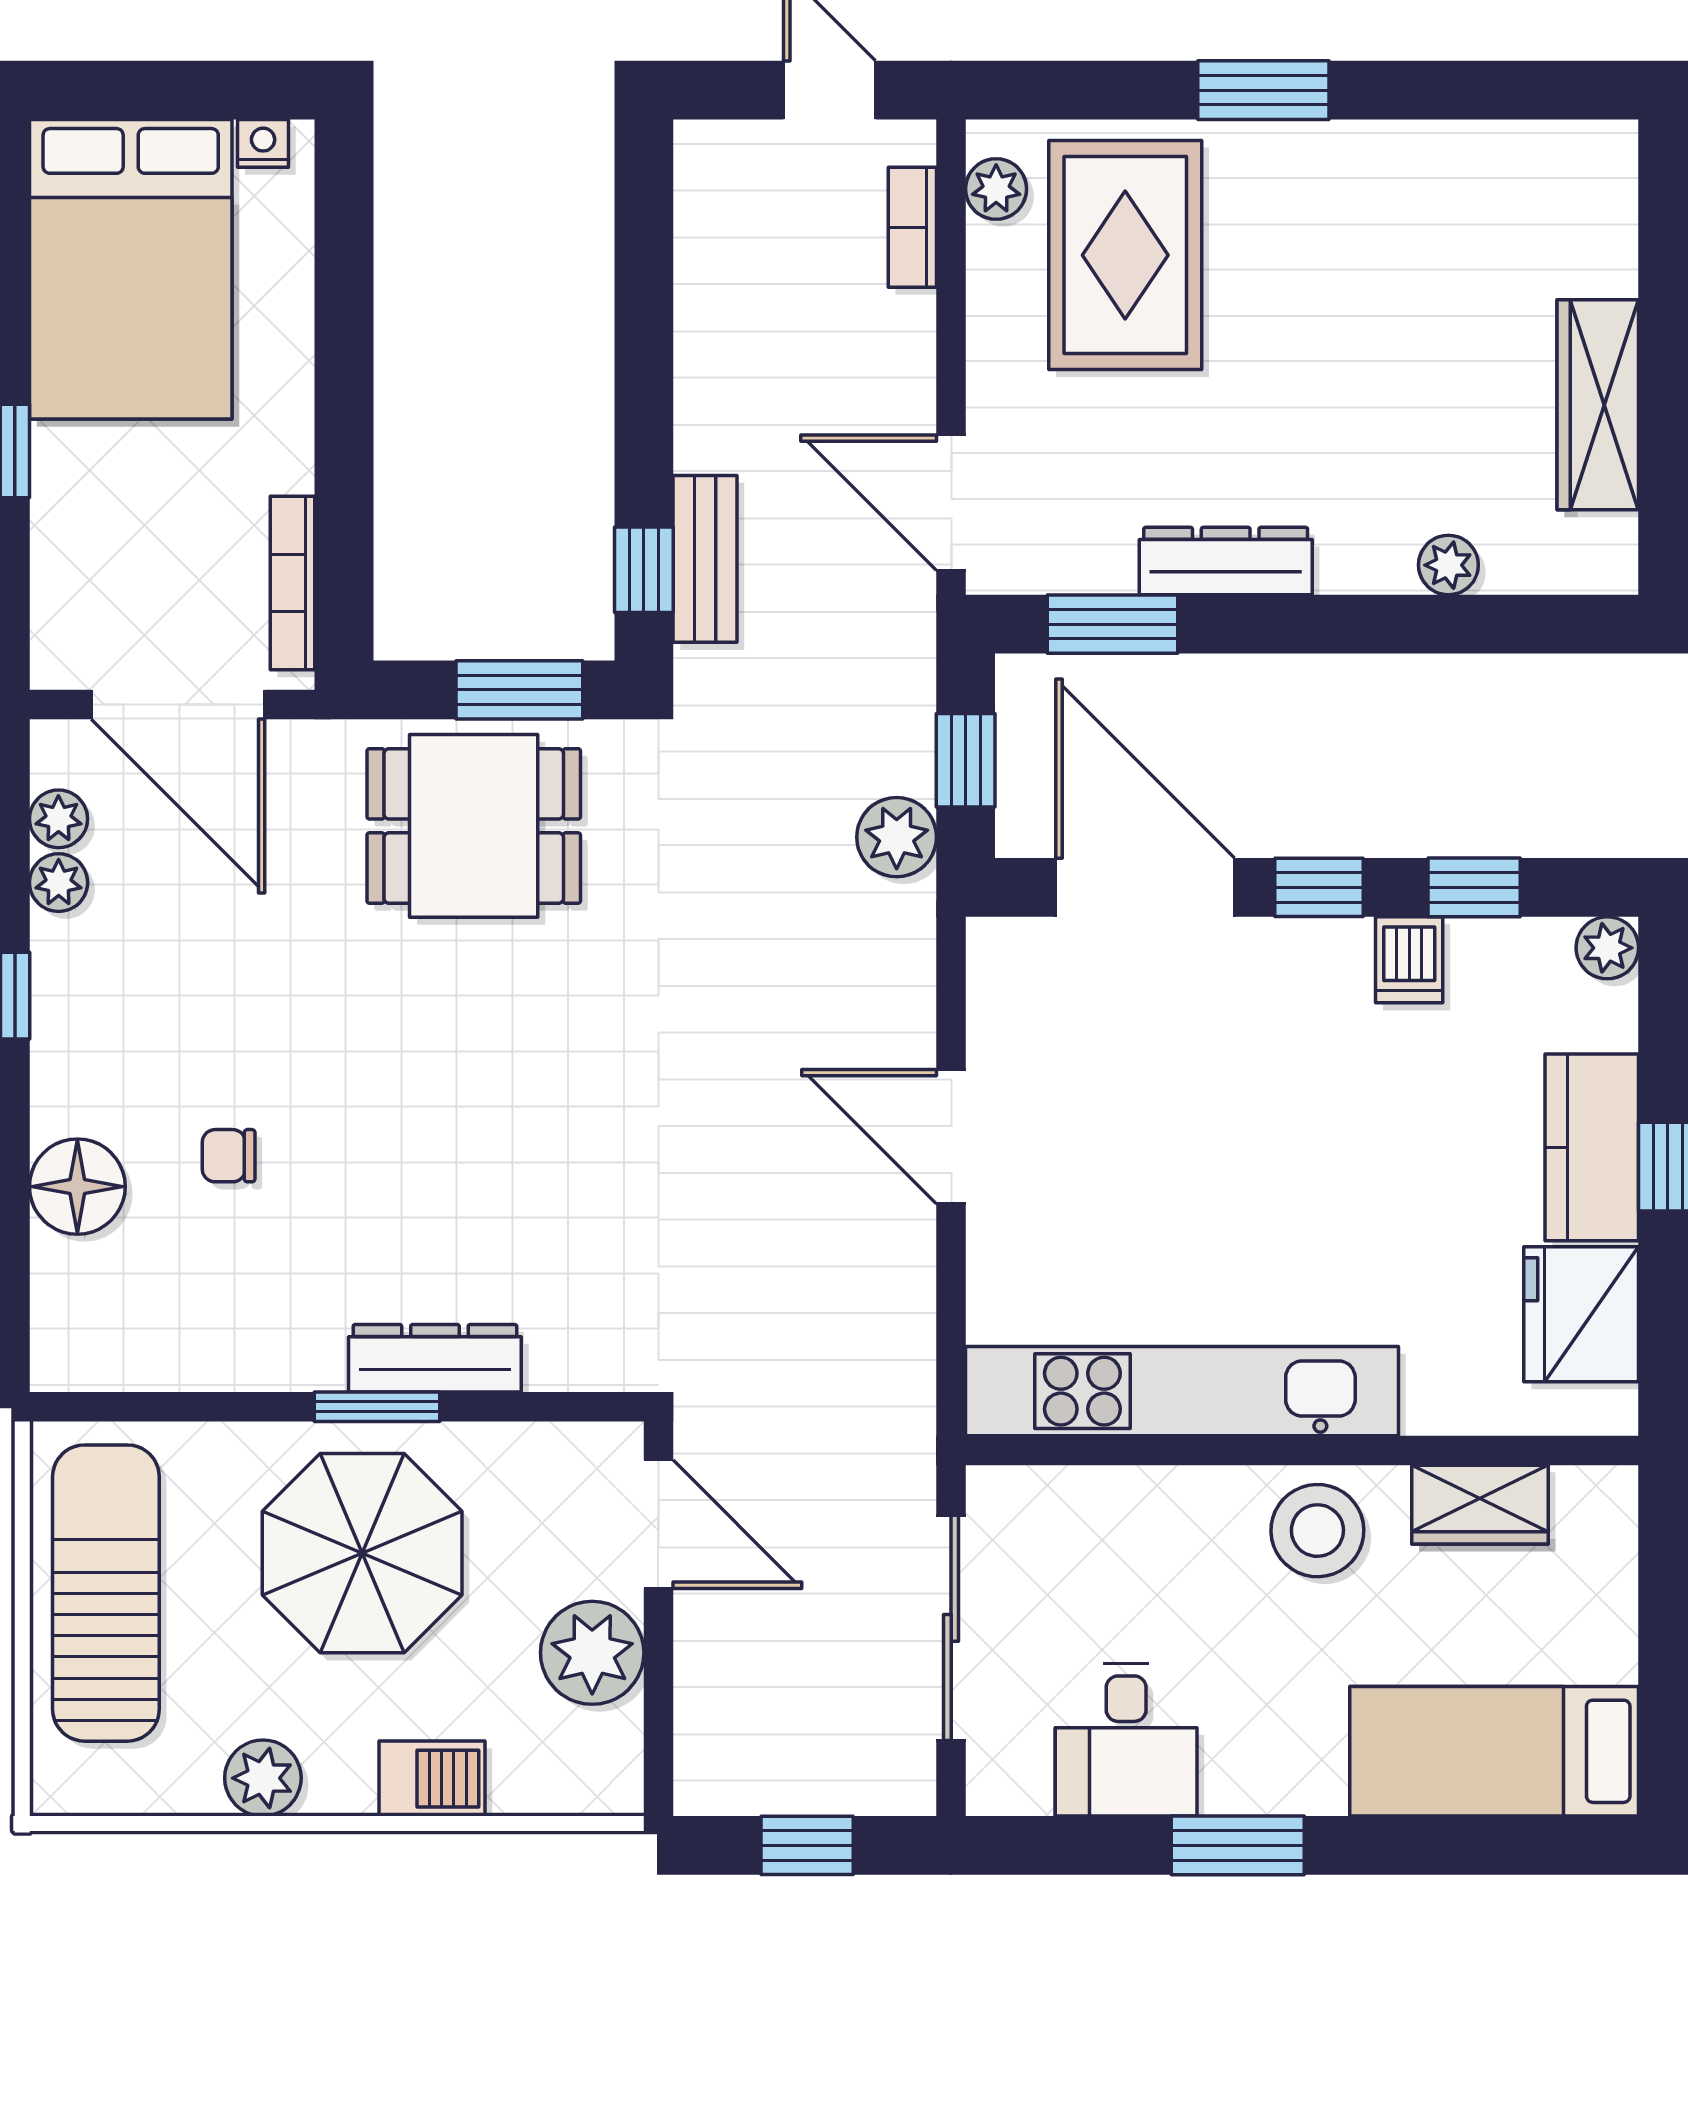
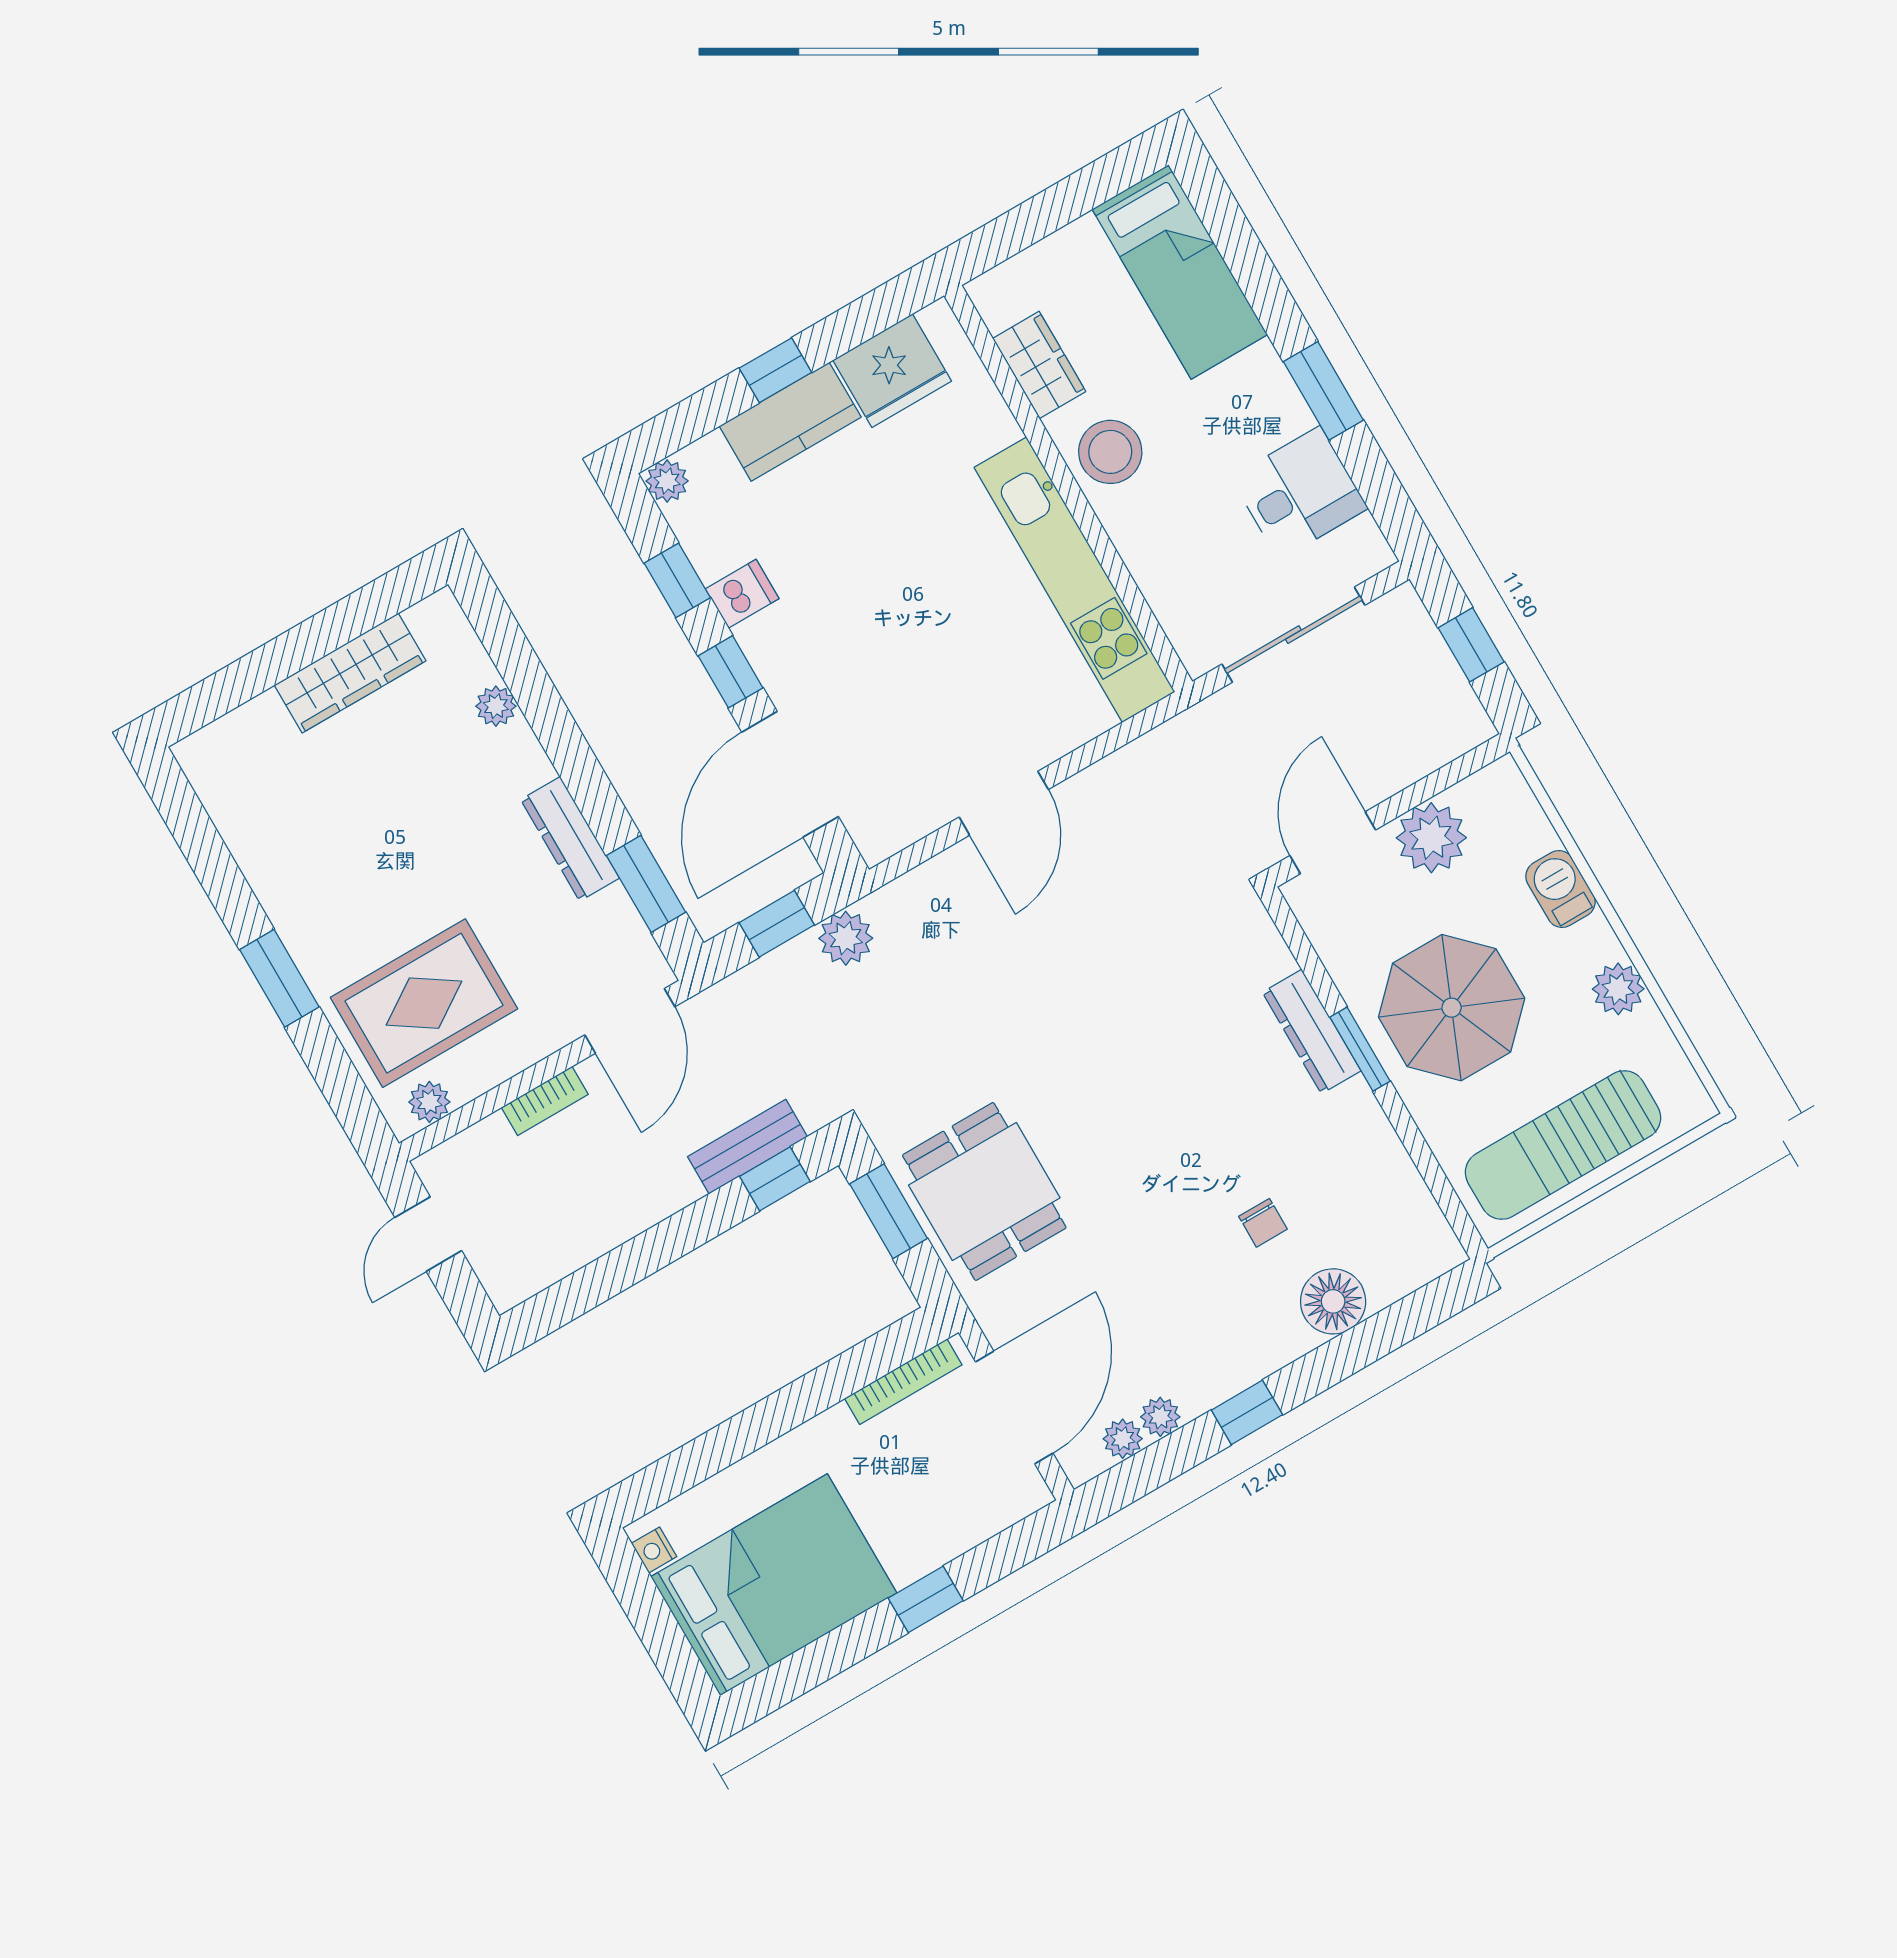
bookcase: (912, 227) -> (545, 1101), moved

